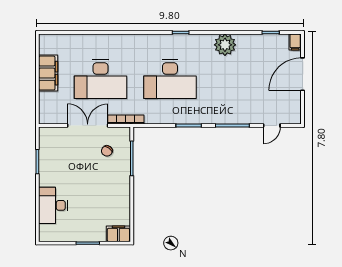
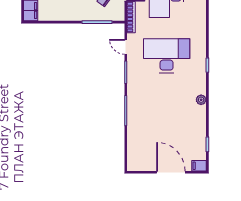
plant: (225, 45) -> (201, 100), width x0.53, depth x0.53
desk: (170, 79) -> (167, 56), turned 90
door: (272, 126) -> (126, 47), moved

